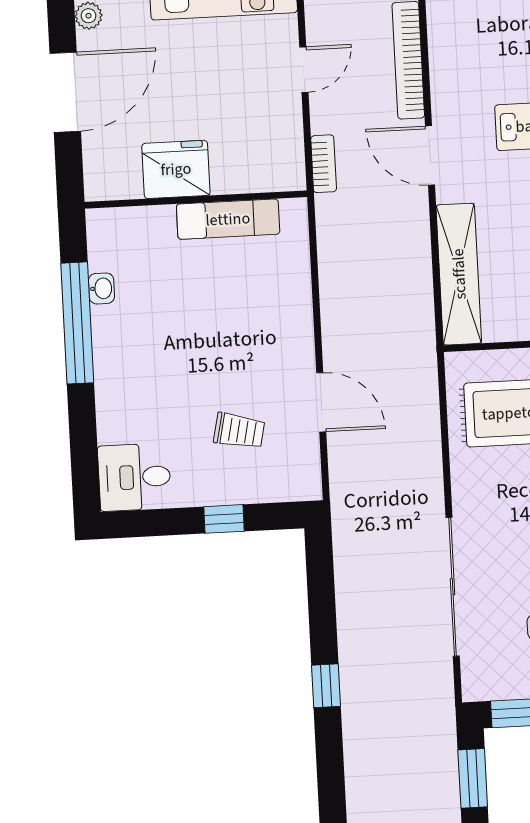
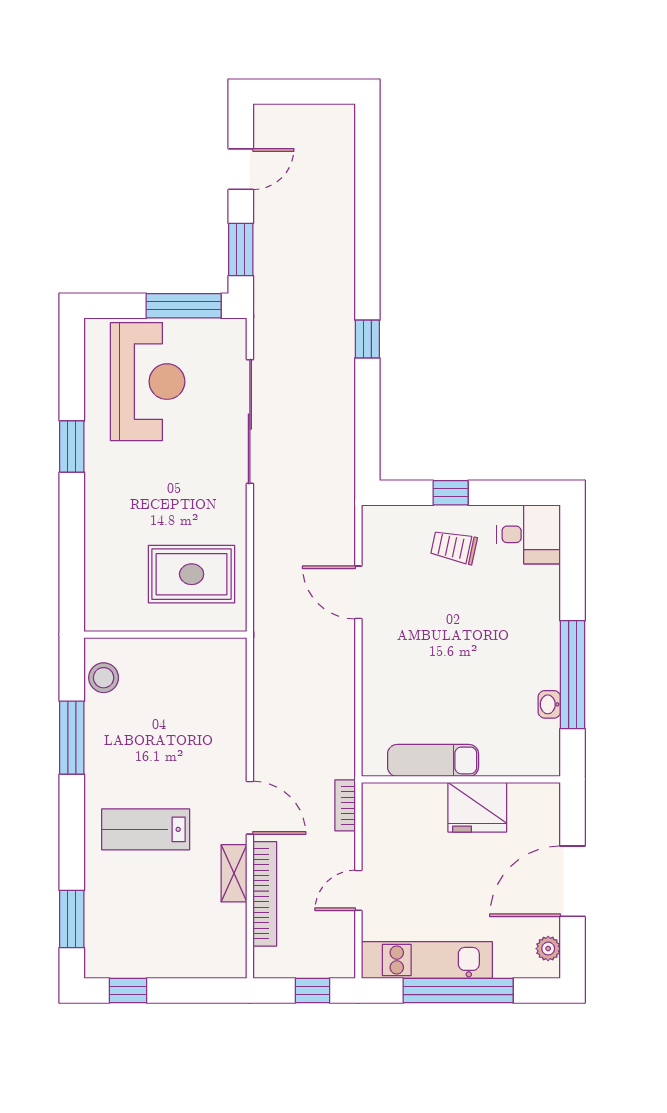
shelving: (459, 274) -> (234, 873), moved, width x0.45, depth x0.75
trolley: (239, 431) -> (454, 547), moved

